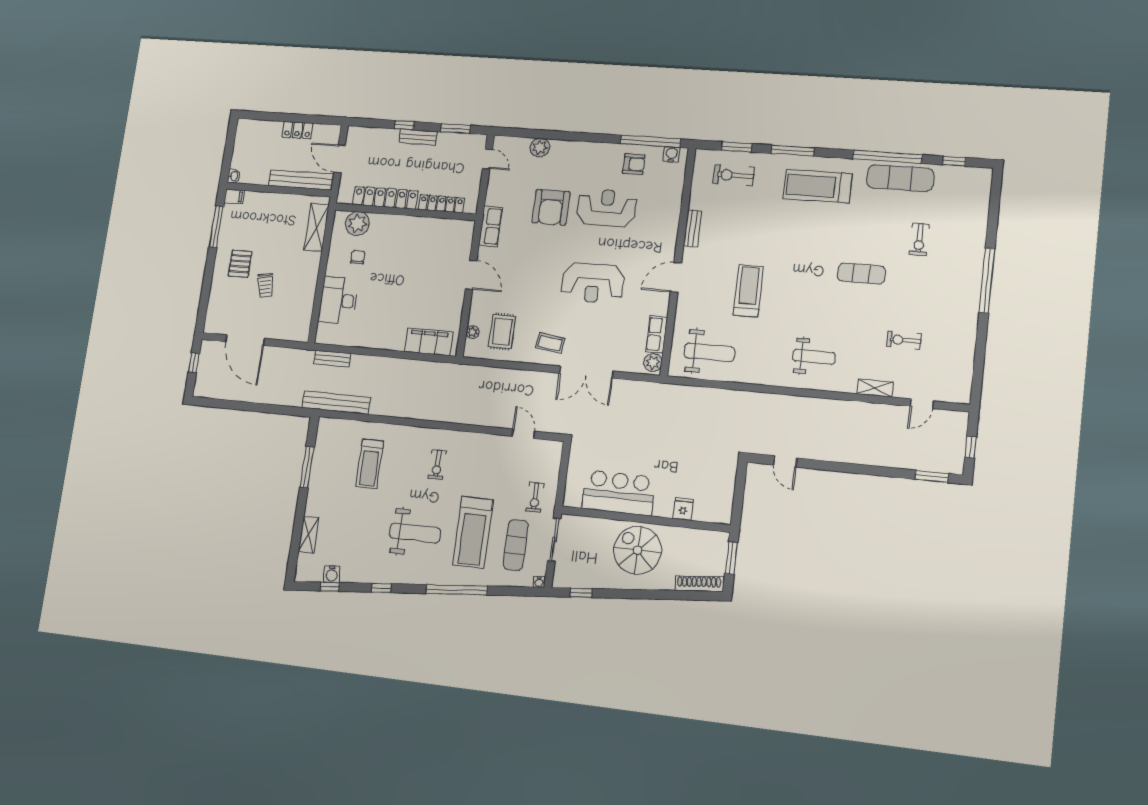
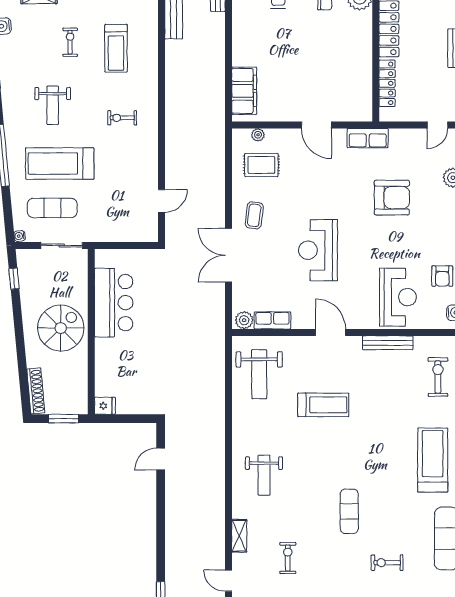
armchair: (551, 207) -> (392, 198), turned 180
reception desk: (607, 208) -> (398, 297), moved
bench: (693, 228) -> (388, 343), width x1.36
door: (471, 275) -> (316, 125), hinge flipped
treadmill: (370, 464) -> (116, 48), turned -90
exercise bike: (535, 497) -> (70, 42), moved, turned 90
fridge: (683, 509) -> (105, 406), moved
weight bench: (415, 533) -> (53, 105), width x0.73, depth x0.75

